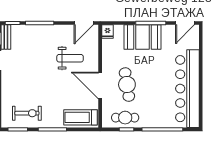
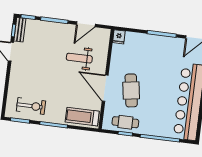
door: (84, 23) -> (86, 24), moved
booth: (142, 37) -> (152, 46), removed
weight bench: (70, 58) -> (79, 58), turned 180

